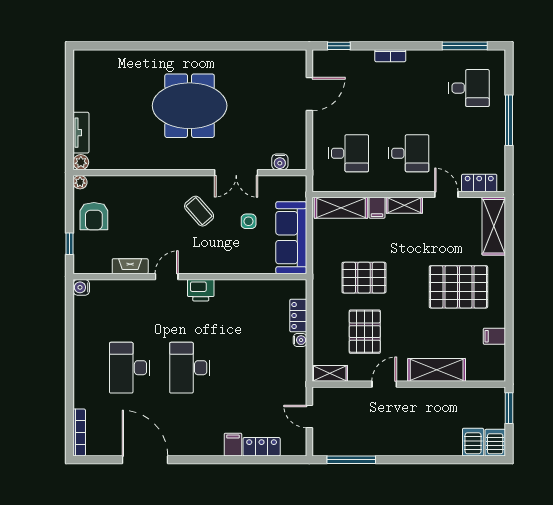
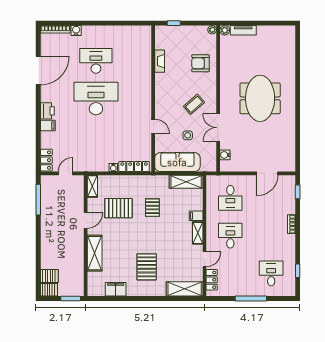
window: (465, 46) -> (298, 271), width x0.46
desk: (469, 88) -> (271, 273), turned 180
door: (309, 94) -> (267, 173), hinge flipped
desk: (409, 153) -> (230, 236), turned 180
shelving: (341, 208) -> (186, 182), moved, turned 90
armchair: (94, 216) -> (200, 63), moved
door: (167, 277) -> (153, 126), moved
pallet: (364, 278) -> (152, 208), width x0.67, depth x0.71
water cooler: (81, 287) -> (76, 31), moved
pallet: (458, 287) -> (147, 267), width x0.73, depth x0.71
printer: (201, 290) -> (47, 111), moved, turned 180
locker: (298, 316) -> (134, 166), width x1.53
filing cabinet: (494, 336) -> (116, 289), width x2.00
desk: (190, 368) -> (96, 99), width x1.36, depth x1.30
door: (384, 384) -> (86, 220), hinge flipped
locker: (262, 447) -> (46, 160), moved

